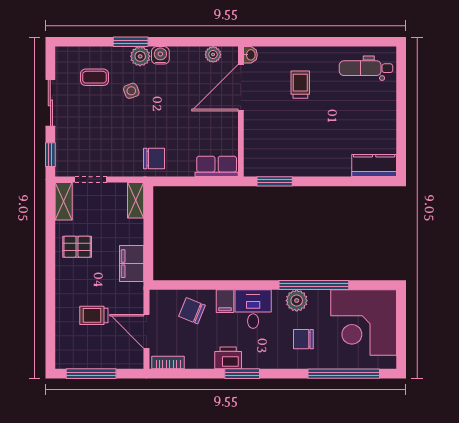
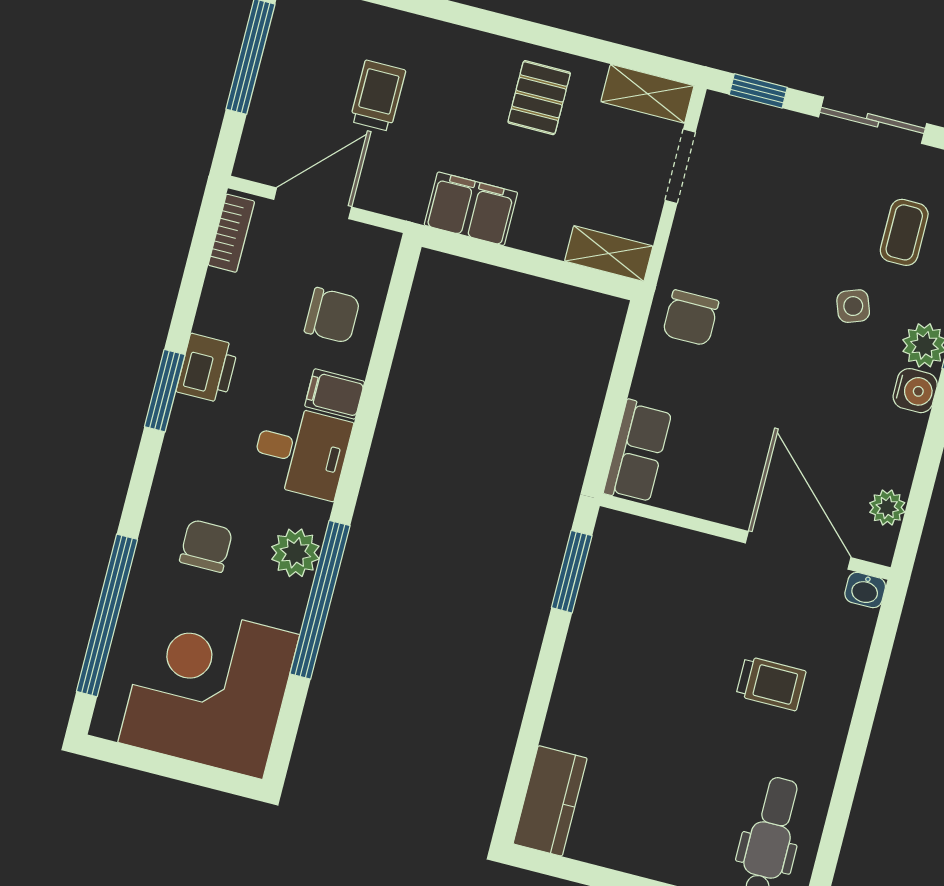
chair: (192, 311) -> (332, 315), turned 68

